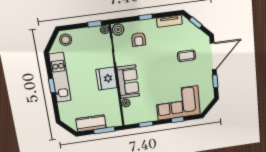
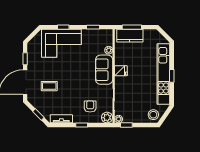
kitchen unit: (60, 77) -> (163, 74), width x1.36
fridge: (107, 79) -> (121, 71), width x0.53, depth x0.75
kitchen counter: (91, 123) -> (130, 36), moved

